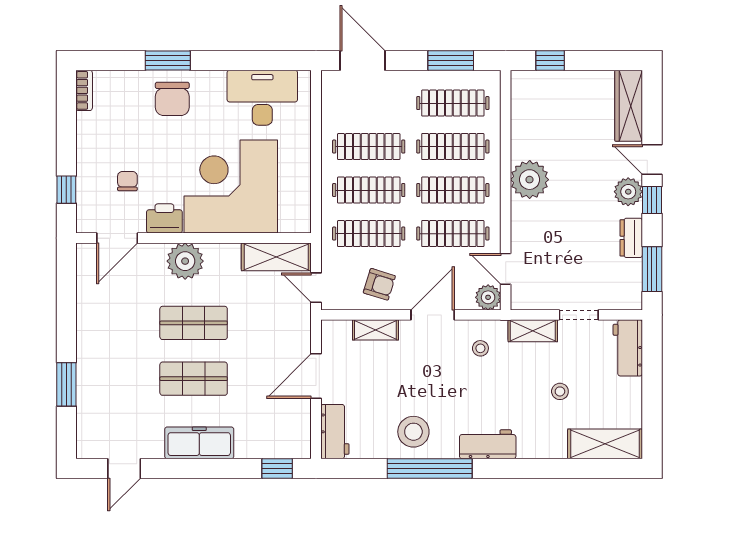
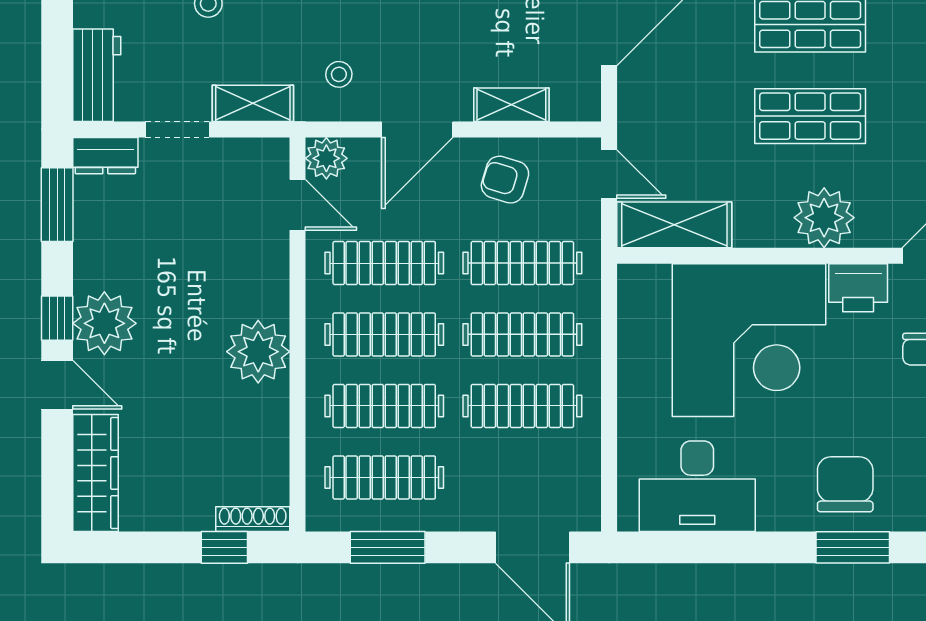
shoe rack: (533, 78) -> (253, 519), added
plant: (628, 192) -> (104, 323), width x1.36, depth x1.36
dresser: (631, 238) -> (105, 156), moved, turned 90

